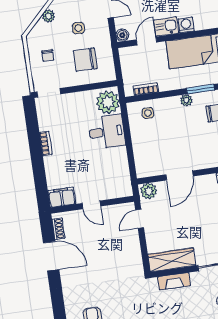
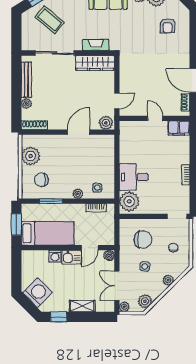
plant: (186, 100) -> (78, 194), moved

